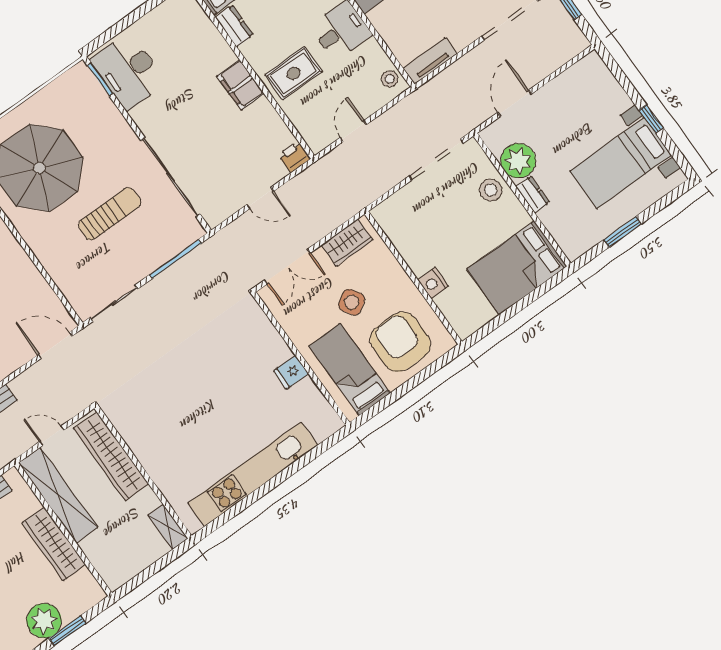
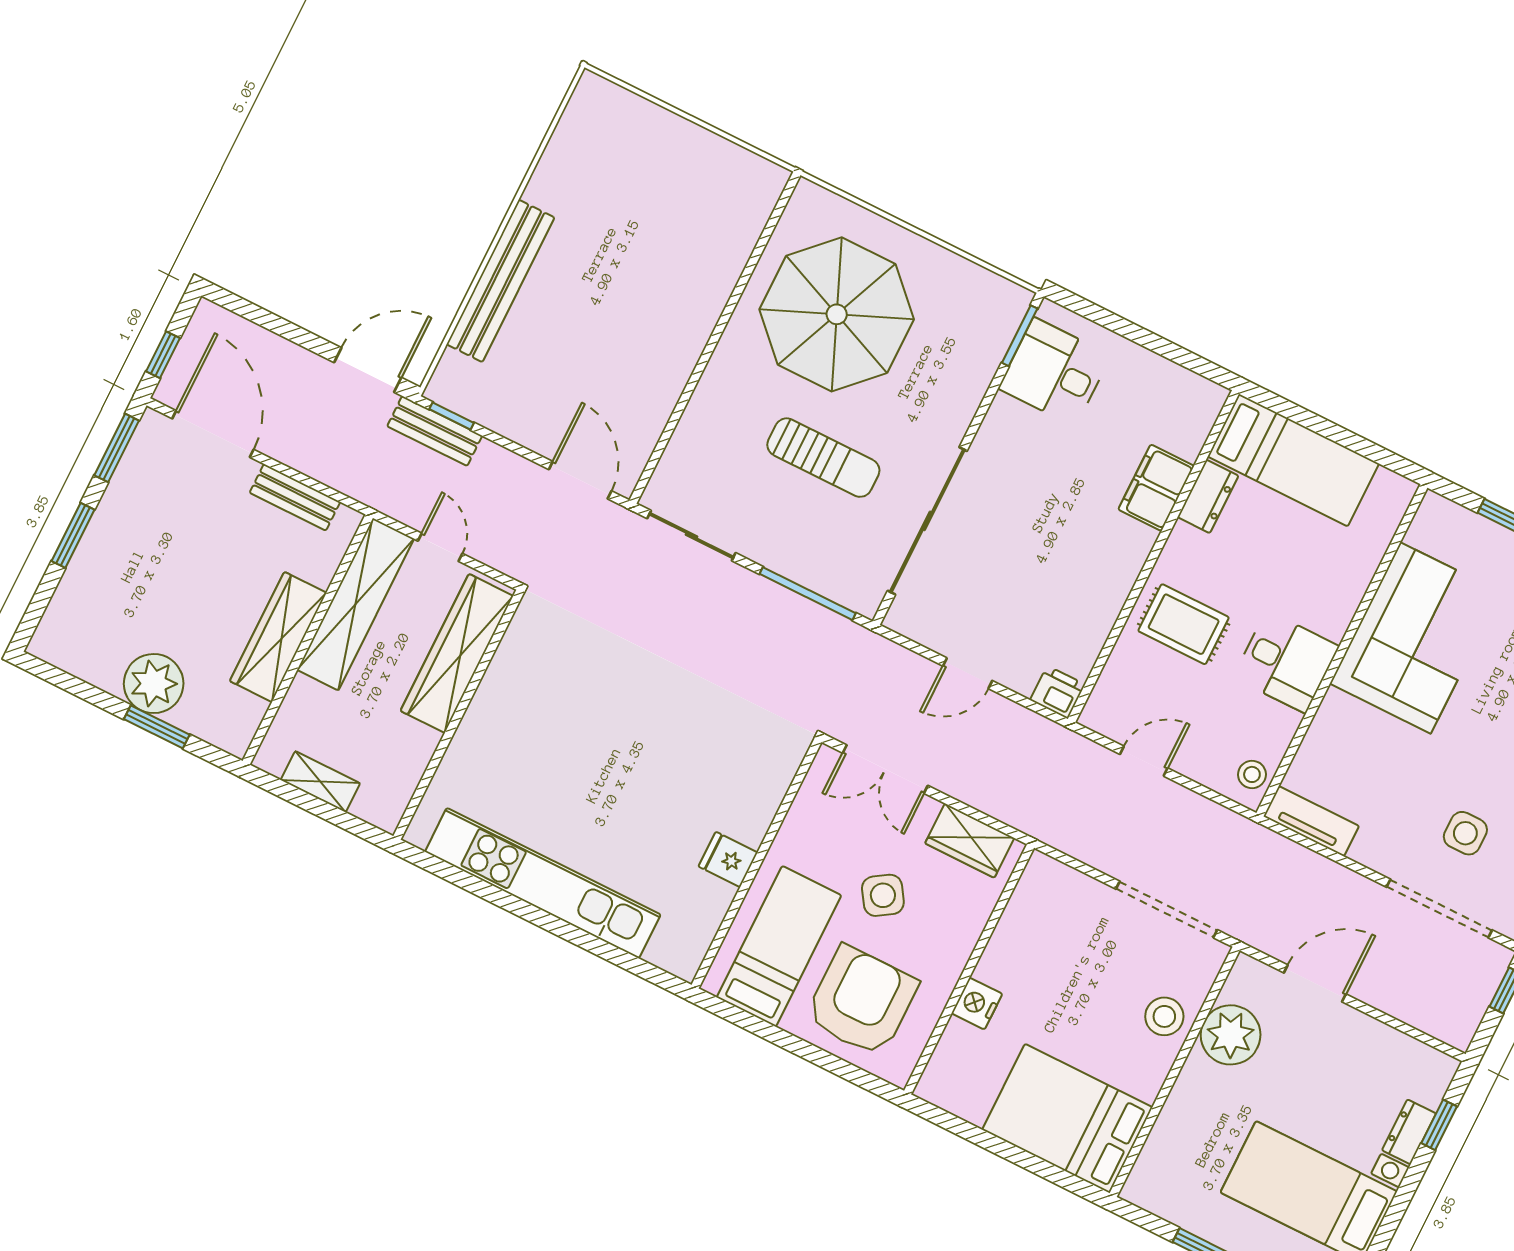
desk: (128, 71) -> (1055, 372), width x0.73
filing cabinet: (241, 85) -> (1156, 488), moved
window: (651, 119) -> (1439, 1125), moved
dresser: (533, 194) -> (1409, 1132), moved, turned 180
door: (260, 198) -> (968, 673), hinge flipped
shelving: (168, 527) -> (320, 782), moved, turned 90

